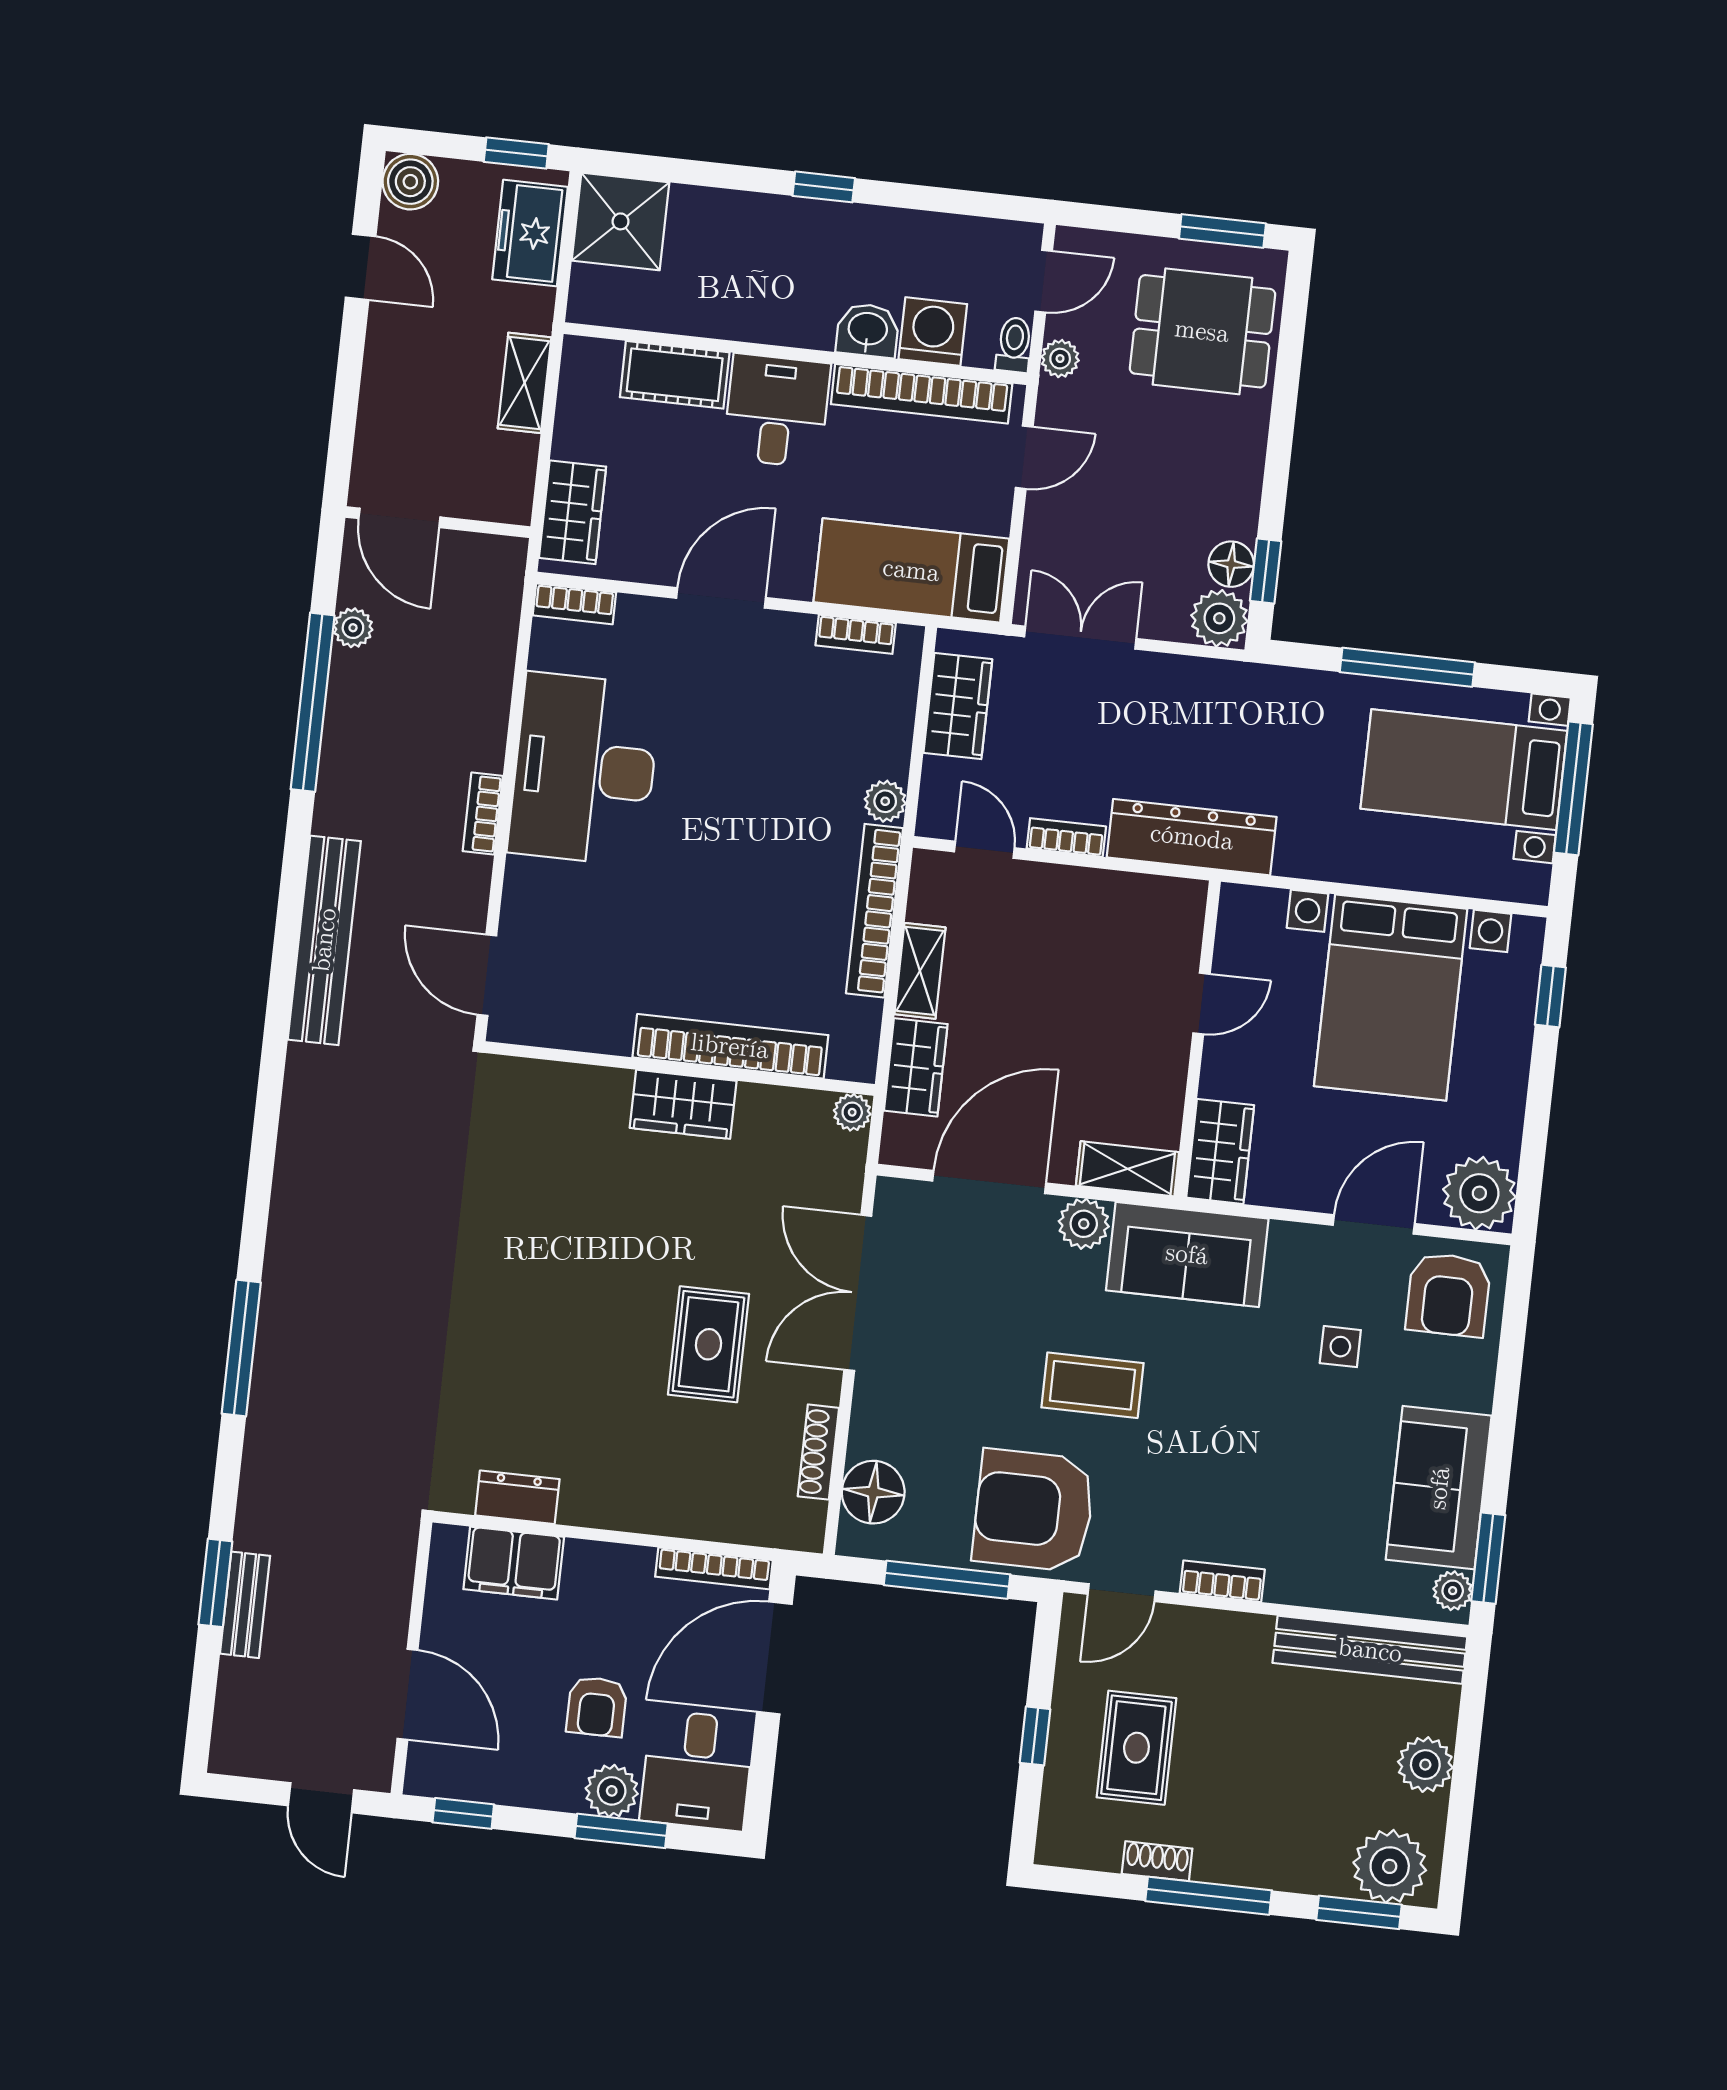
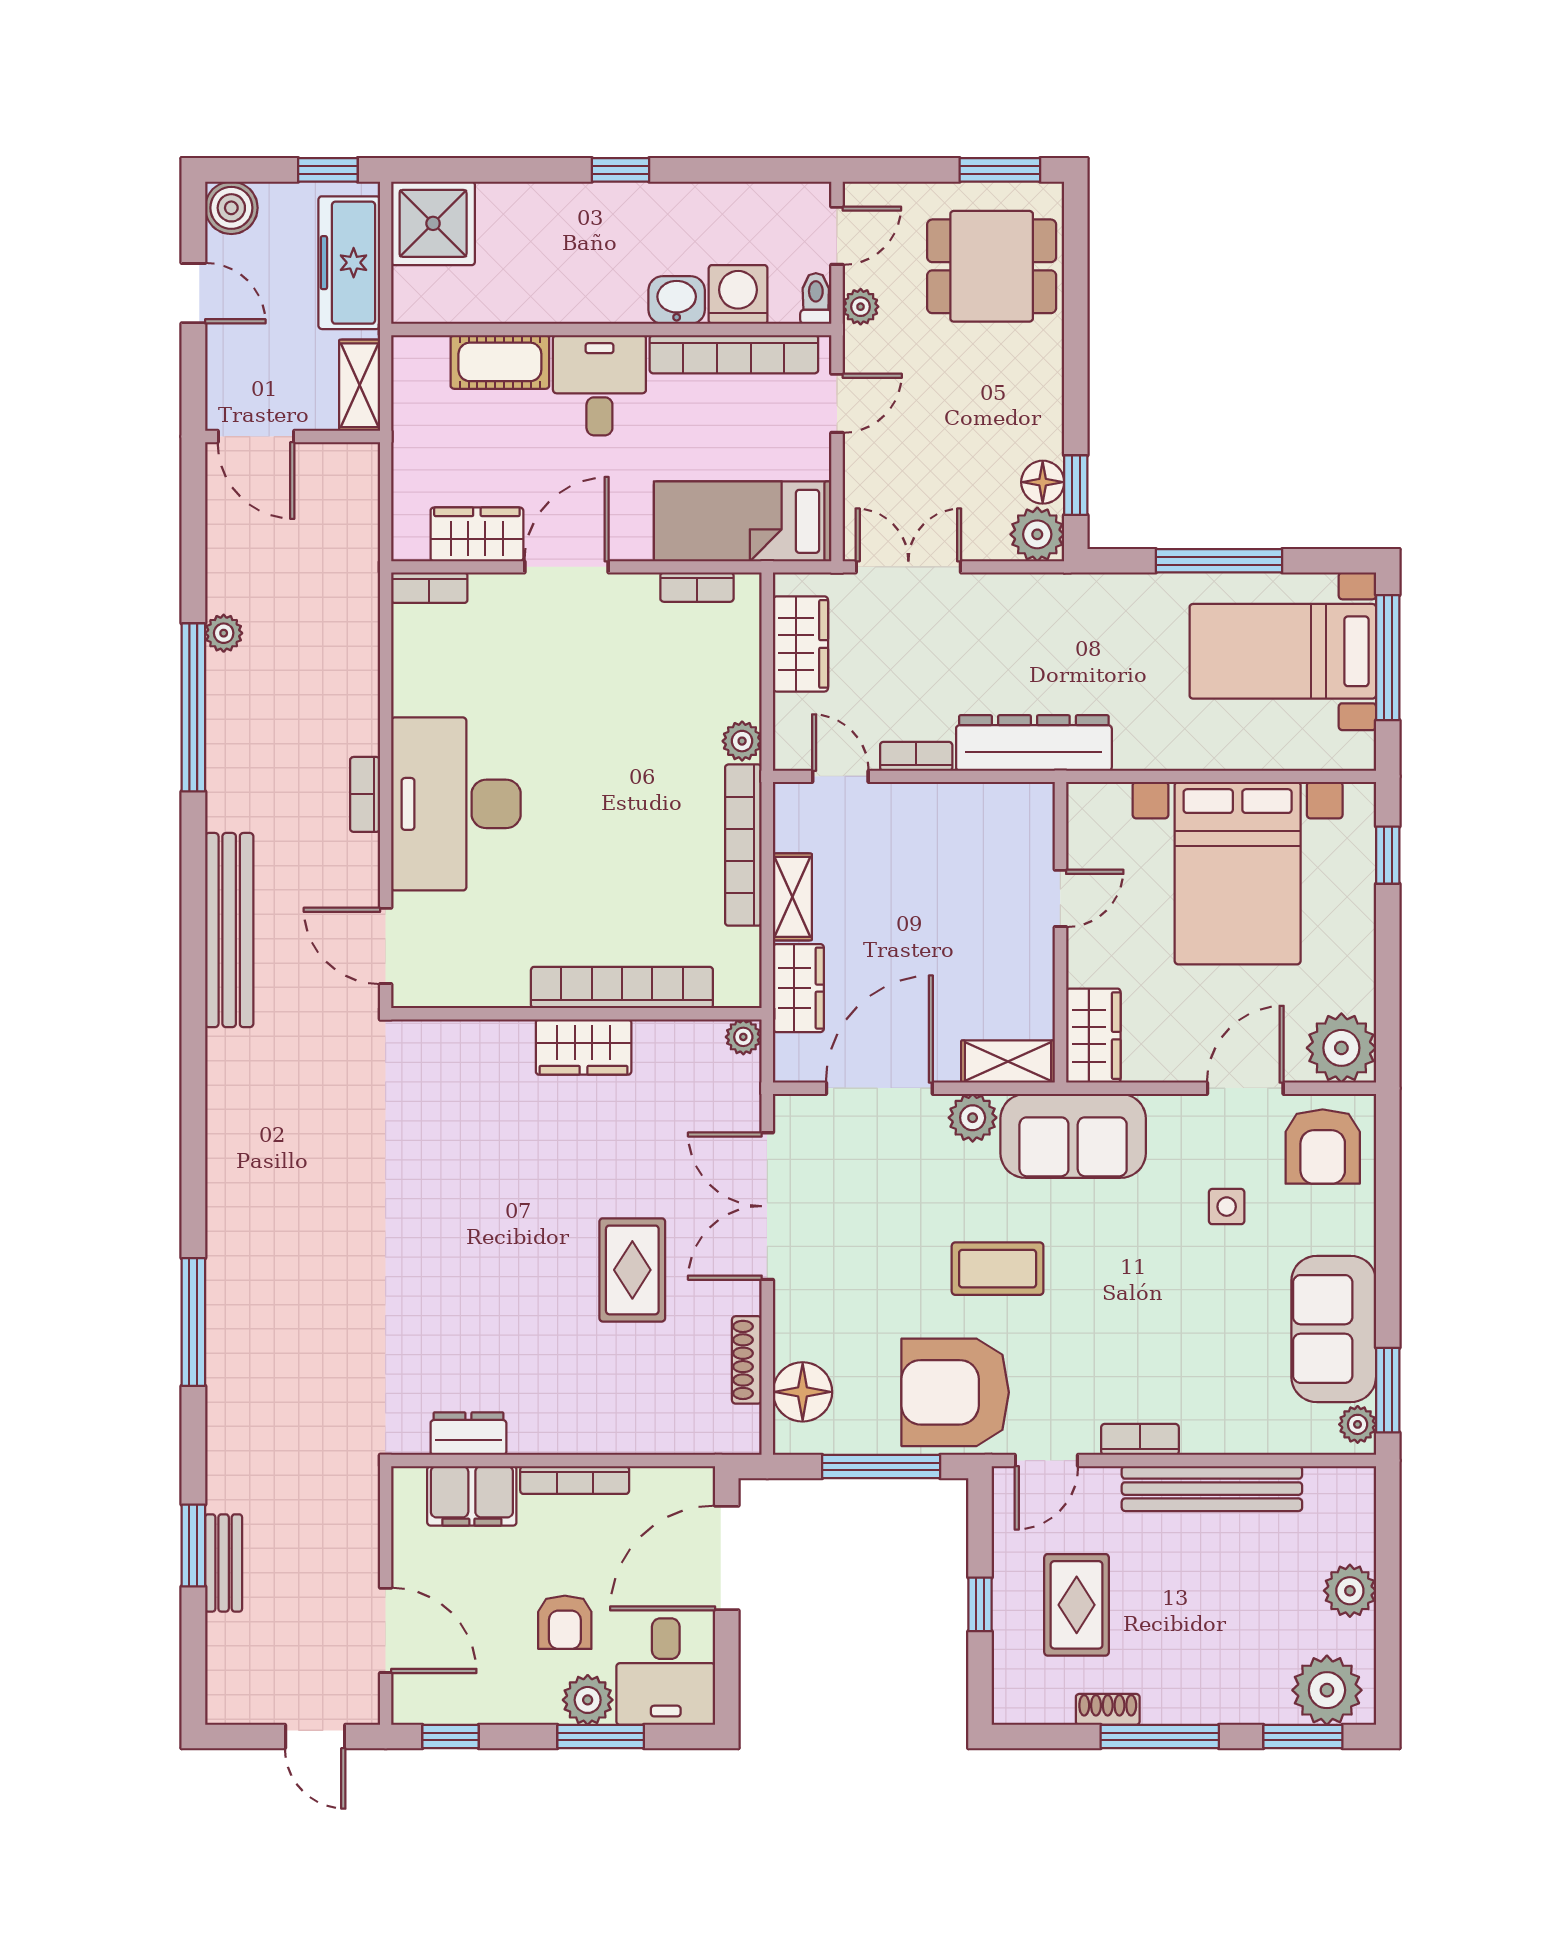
freezer: (530, 233) -> (349, 263), width x1.40
wardrobe: (573, 512) -> (477, 534), moved, turned -90
door: (399, 518) -> (256, 437), moved
wall: (438, 522) -> (293, 437), moved
desk: (584, 769) -> (456, 804), moved
bookcase: (714, 1568) -> (575, 1480), moved
bench: (1370, 1650) -> (1212, 1489), moved

